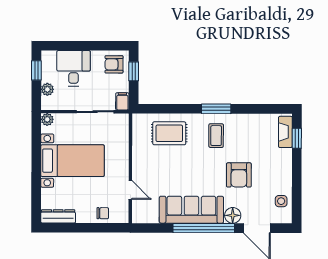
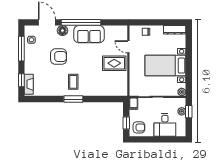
window: (36, 70) -> (189, 112), moved
rug: (169, 133) -> (114, 63), moved
armchair: (239, 175) -> (59, 57), turned 90
window: (297, 187) -> (21, 49), added
sofa: (191, 210) -> (89, 34), width x0.73

